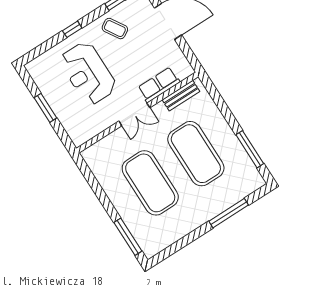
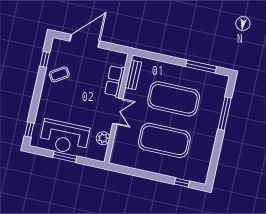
window: (72, 29) -> (29, 130), moved
reception desk: (88, 73) -> (64, 137), moved
plant: (97, 126) -> (103, 138), added
window: (128, 237) -> (182, 183), width x0.46

